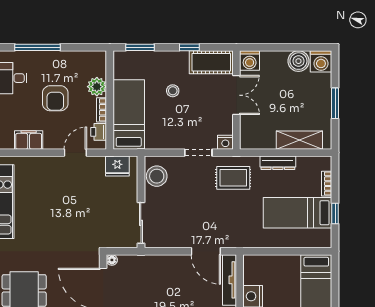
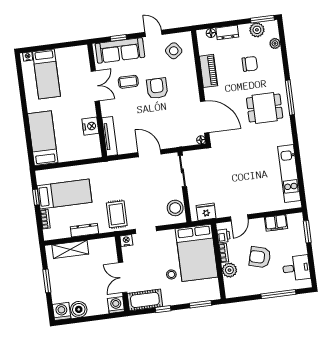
armchair: (55, 98) -> (260, 257), turned -75
bed: (129, 114) -> (197, 253), width x1.50
rug: (233, 178) -> (117, 214), turned 90
door: (206, 251) -> (150, 153), moved

